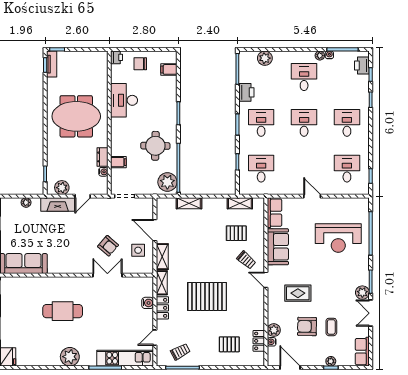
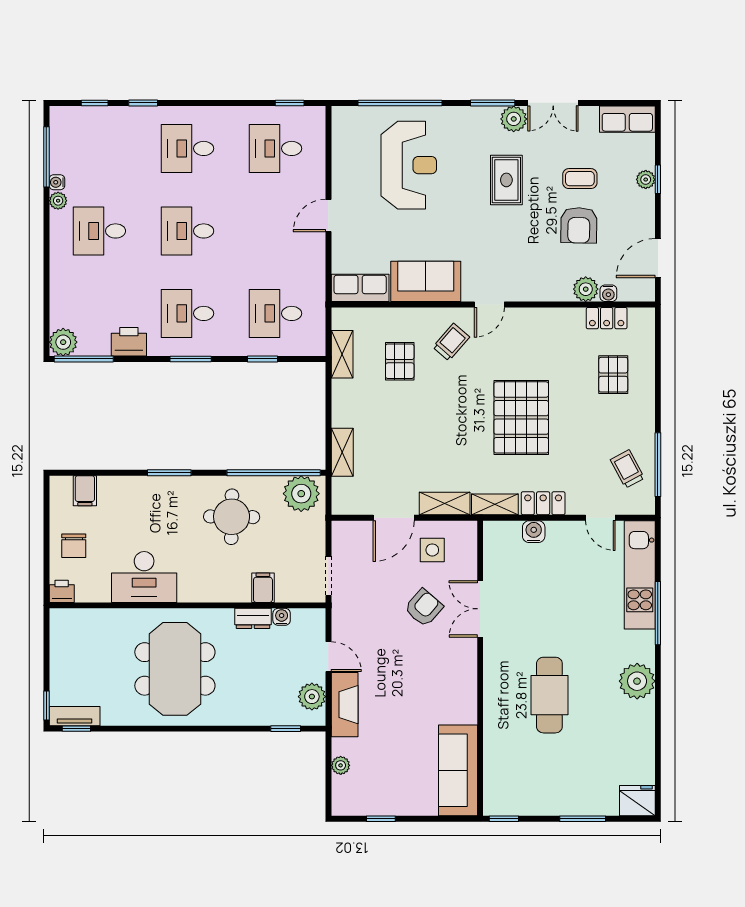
plant: (265, 58) -> (63, 342), moved
printer: (362, 65) -> (77, 120), removed
rug: (298, 293) -> (506, 180), moved

